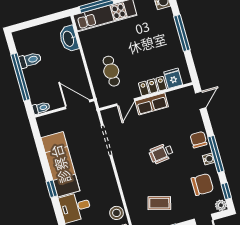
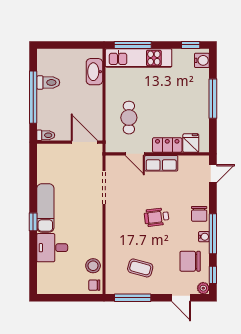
door: (126, 102) -> (135, 154), hinge flipped
chair: (199, 140) -> (199, 214), turned 180
exam couch: (60, 164) -> (45, 208), width x0.73, depth x0.69
chair: (202, 184) -> (190, 261), turned 180

